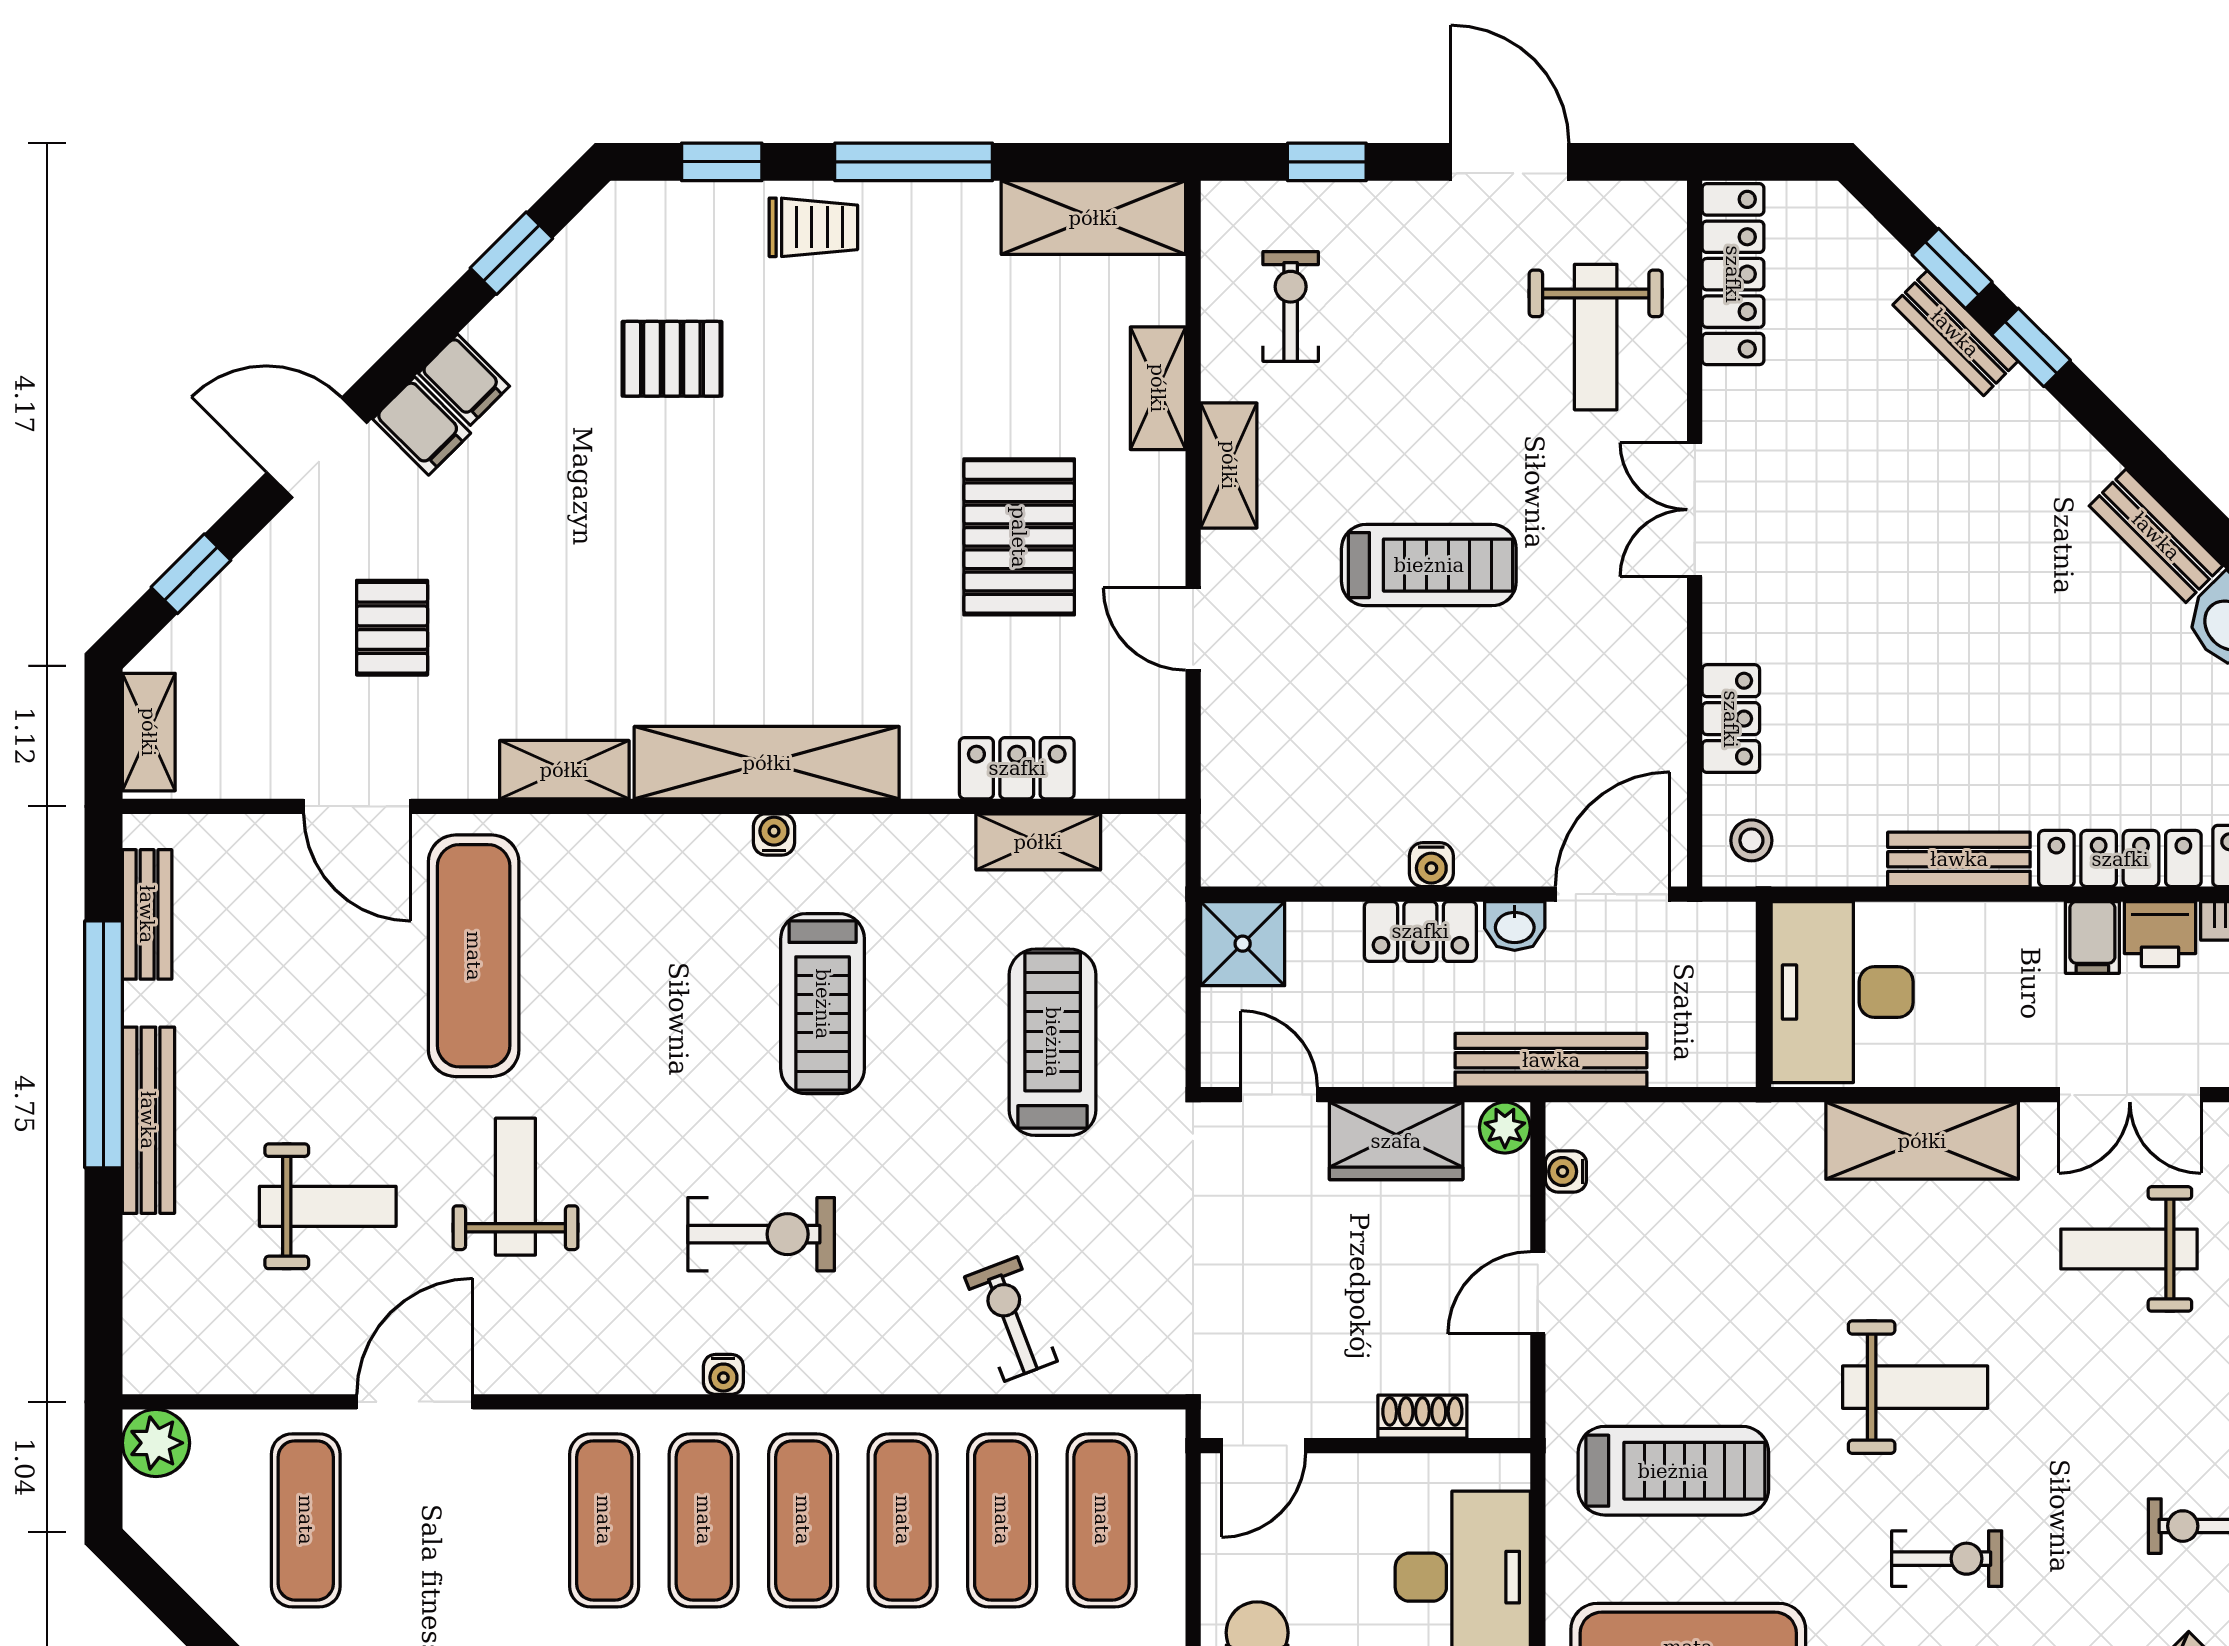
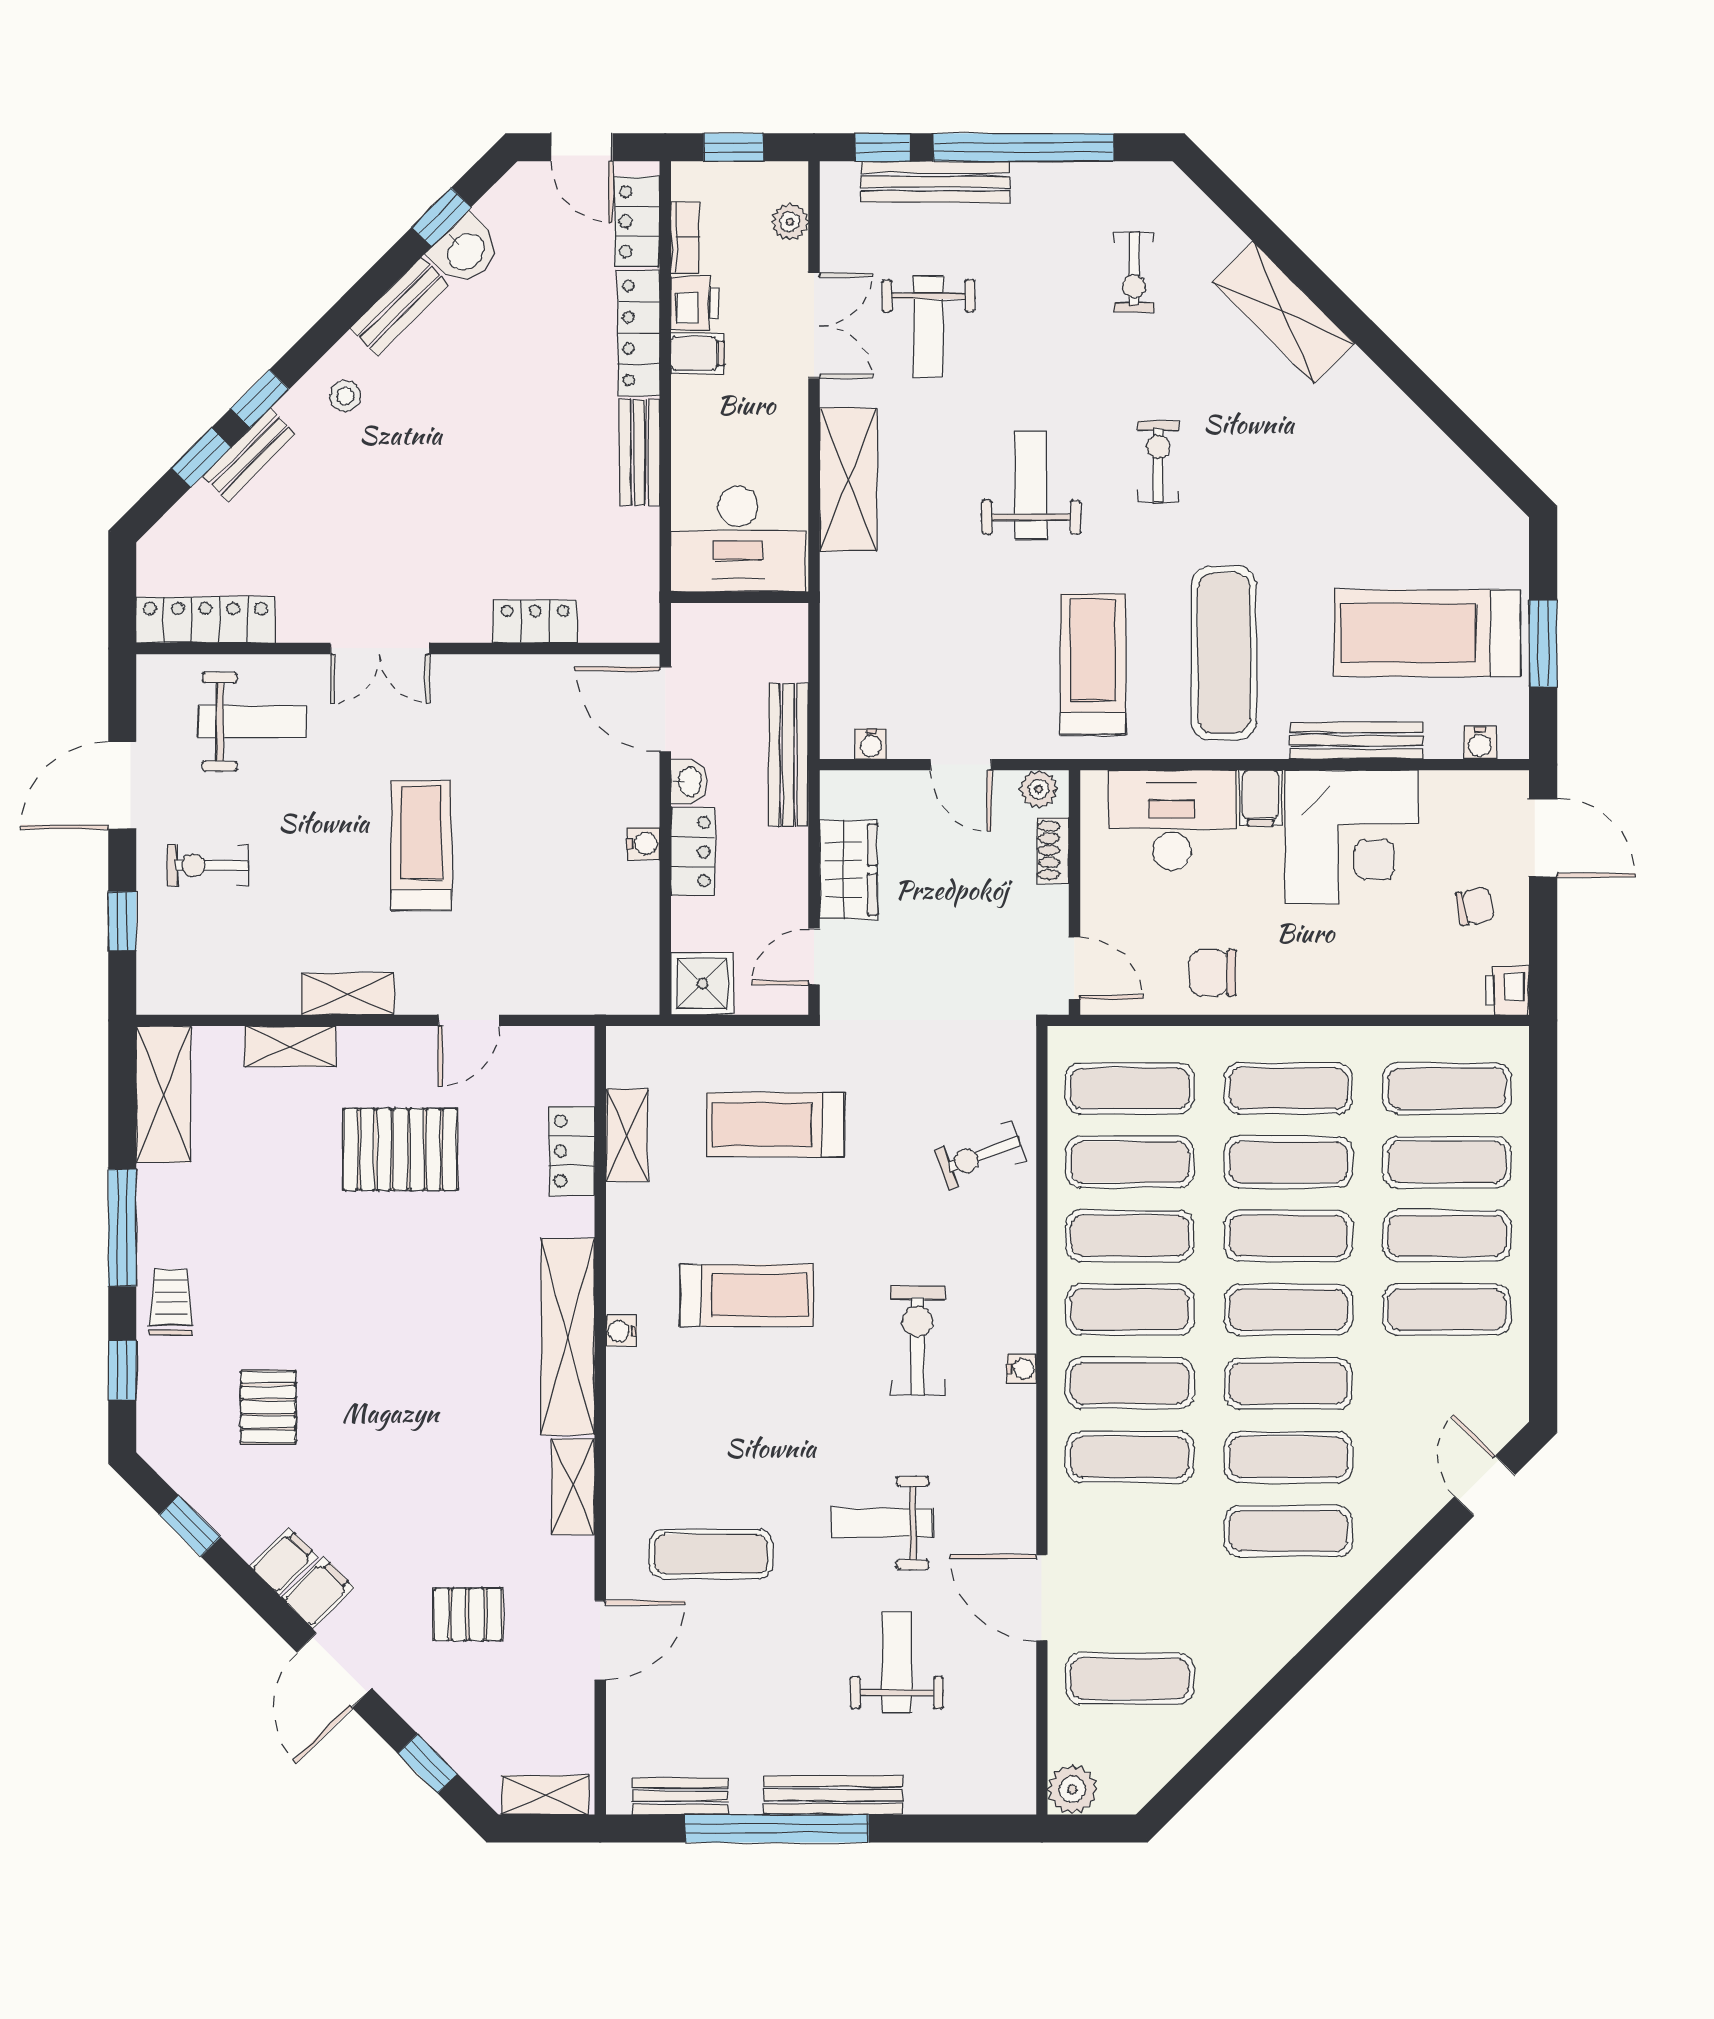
exercise bike: (1291, 306) -> (208, 865), moved
stool: (1751, 840) -> (345, 396), moved
exercise mat: (474, 956) -> (711, 1554), width x0.73, depth x0.69
plant: (1505, 1128) -> (1039, 789), moved

